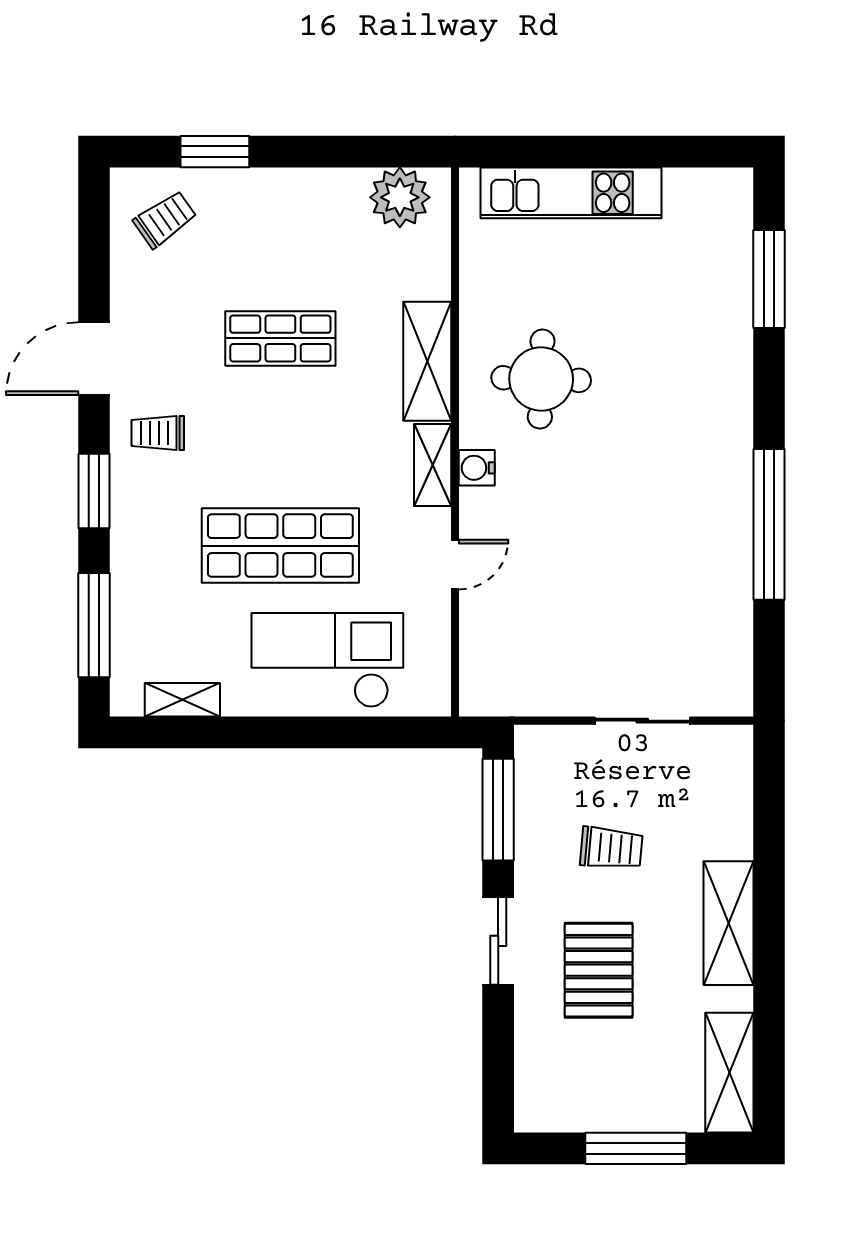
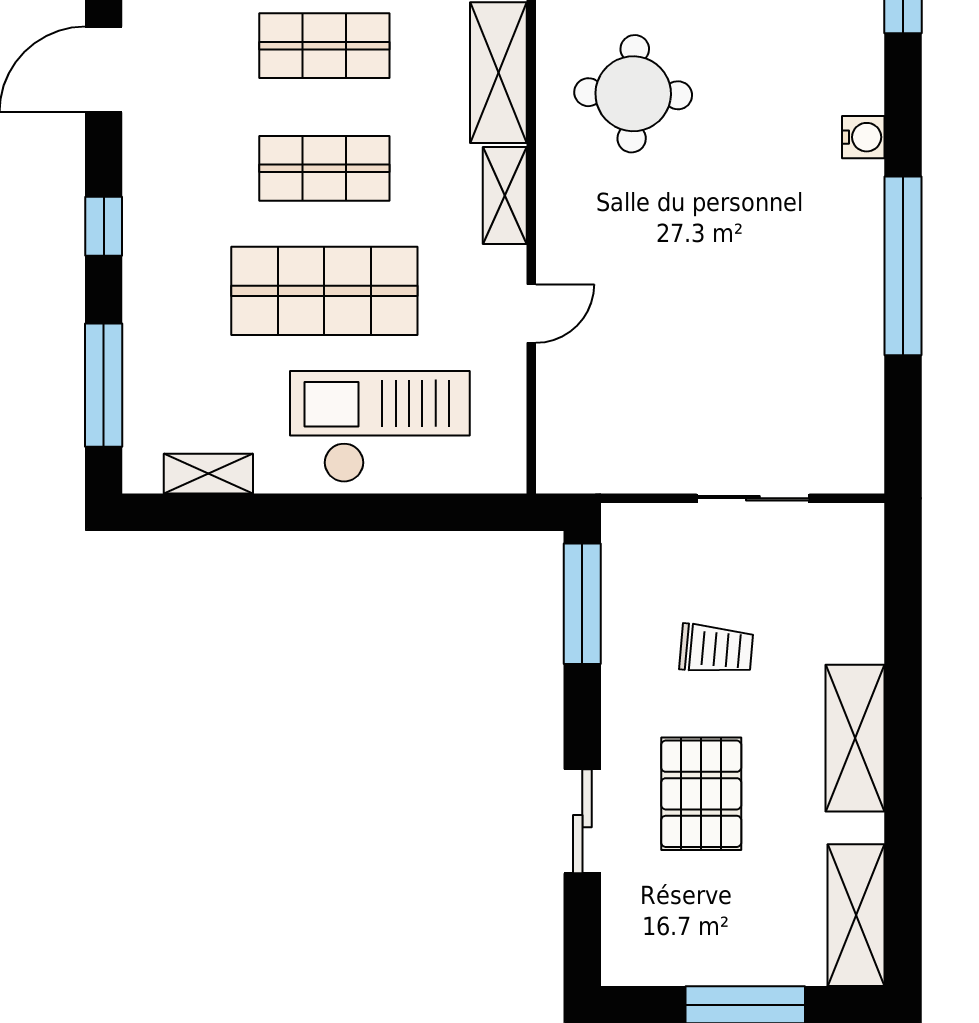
trolley: (158, 433) -> (179, 158), removed
shop shelf: (280, 442) -> (324, 168), added
water cooler: (477, 468) -> (863, 137), moved, turned 180
window: (94, 491) -> (104, 226), width x0.67
sliding door: (498, 941) -> (582, 821), moved

